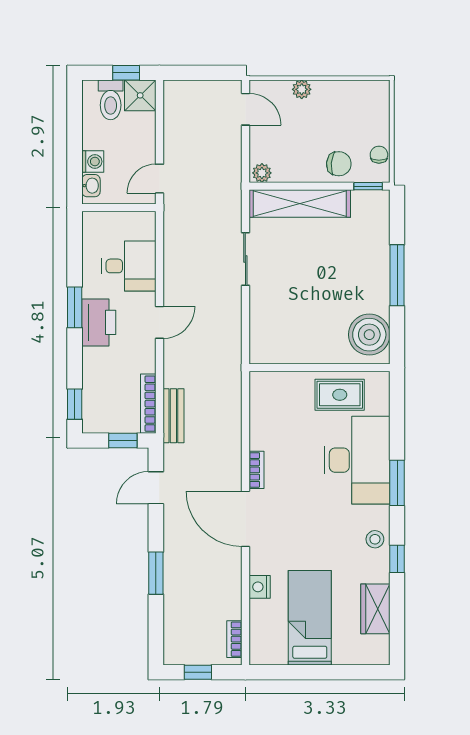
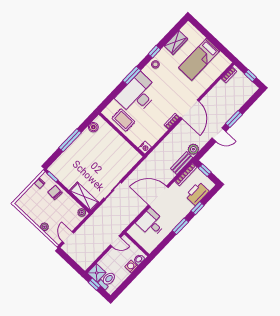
shelving: (300, 204) -> (84, 196), width x0.68
printer: (99, 322) -> (197, 193), moved
door: (159, 322) -> (158, 196), width x1.88
boiler: (369, 335) -> (93, 127), width x0.54, depth x0.54
window: (75, 404) -> (198, 208), moved
plant: (176, 457) -> (193, 149), added
door: (156, 488) -> (219, 135), moved
nightstand: (260, 587) -> (145, 148), moved

